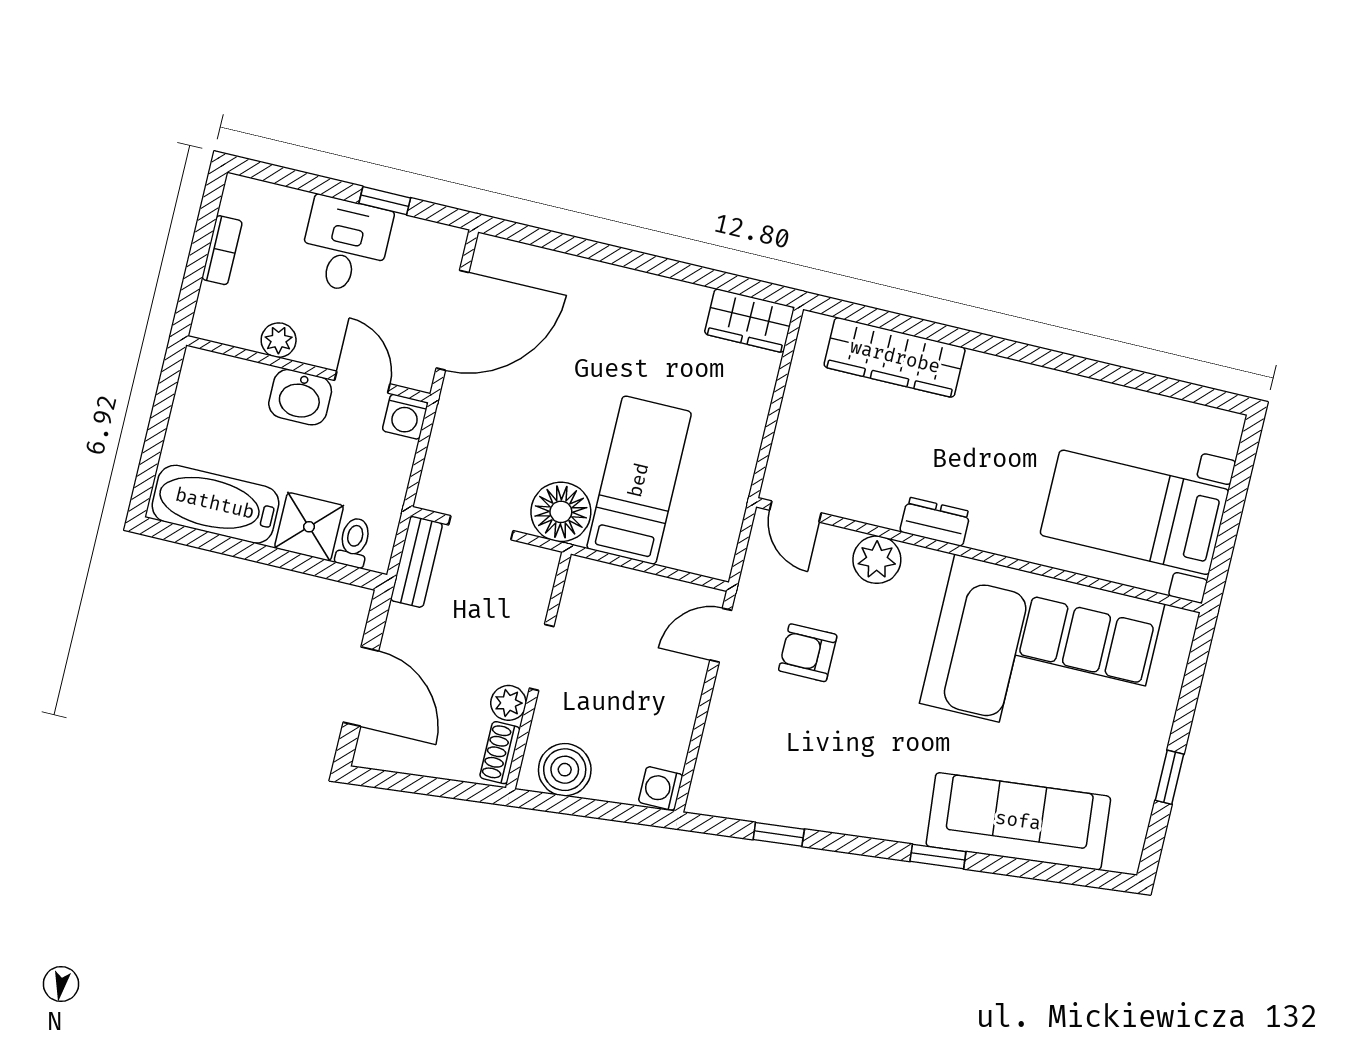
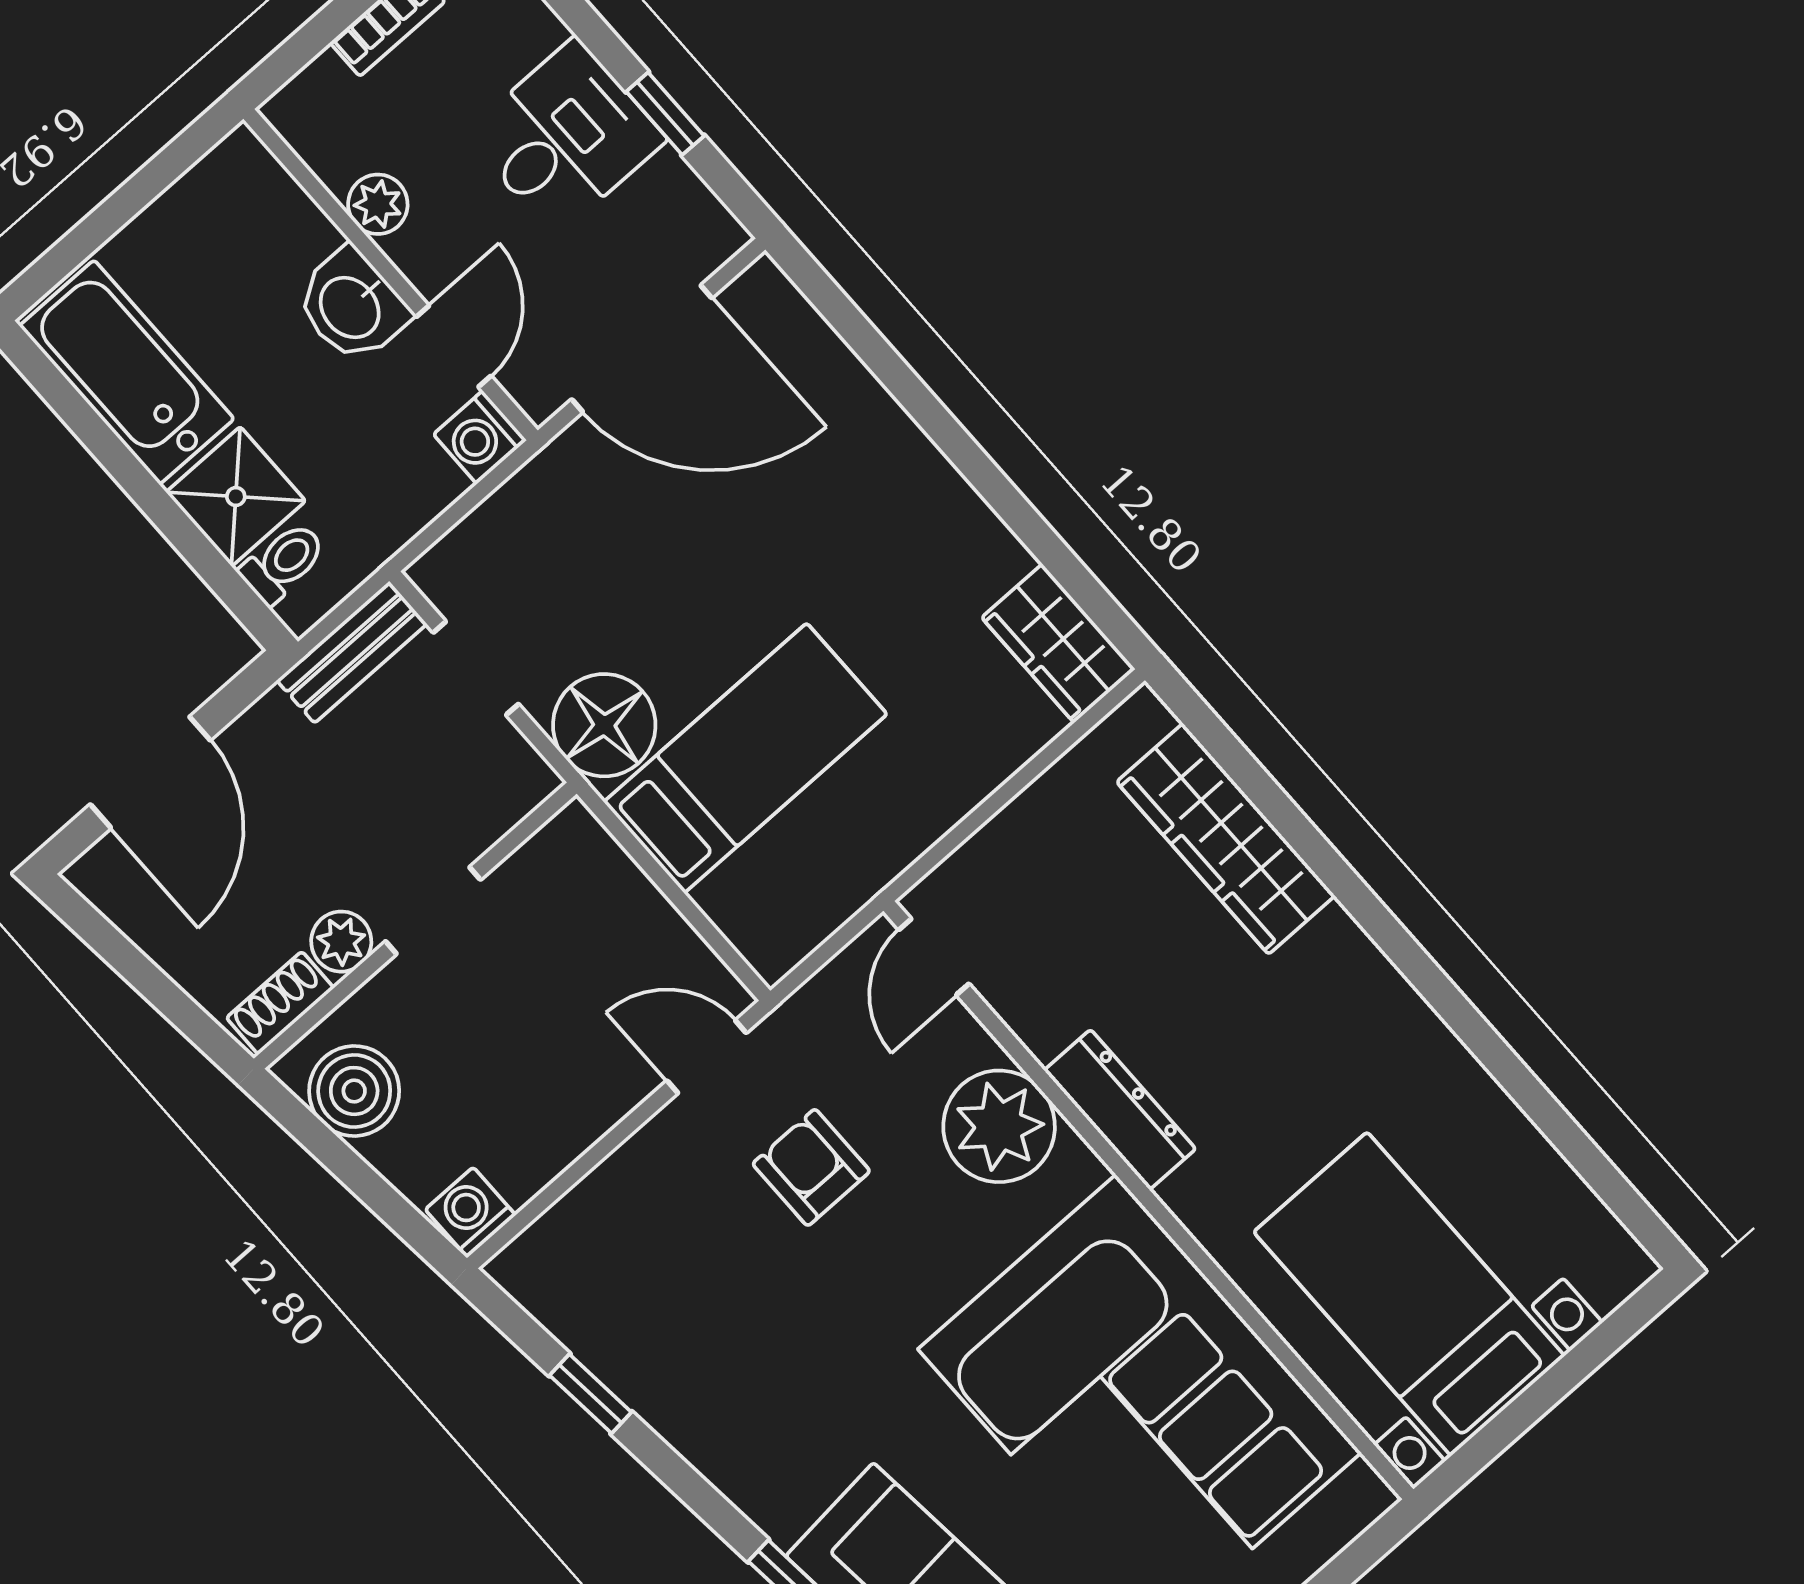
dresser: (935, 522) -> (1120, 1110), width x1.44
plant: (877, 560) -> (999, 1126), width x1.36, depth x1.36

